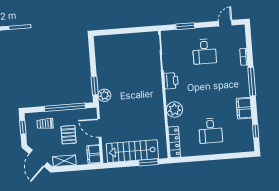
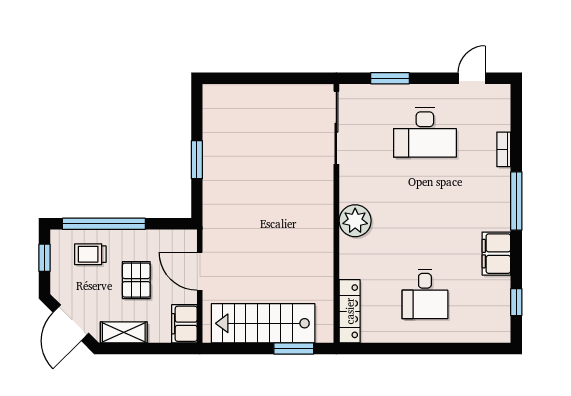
desk: (204, 52) -> (425, 133), width x1.37
printer: (171, 81) -> (353, 187), removed
window: (95, 86) -> (197, 160), moved
plant: (104, 95) -> (215, 206), removed
window: (65, 107) -> (104, 224), moved
plant: (174, 110) -> (355, 221), moved

